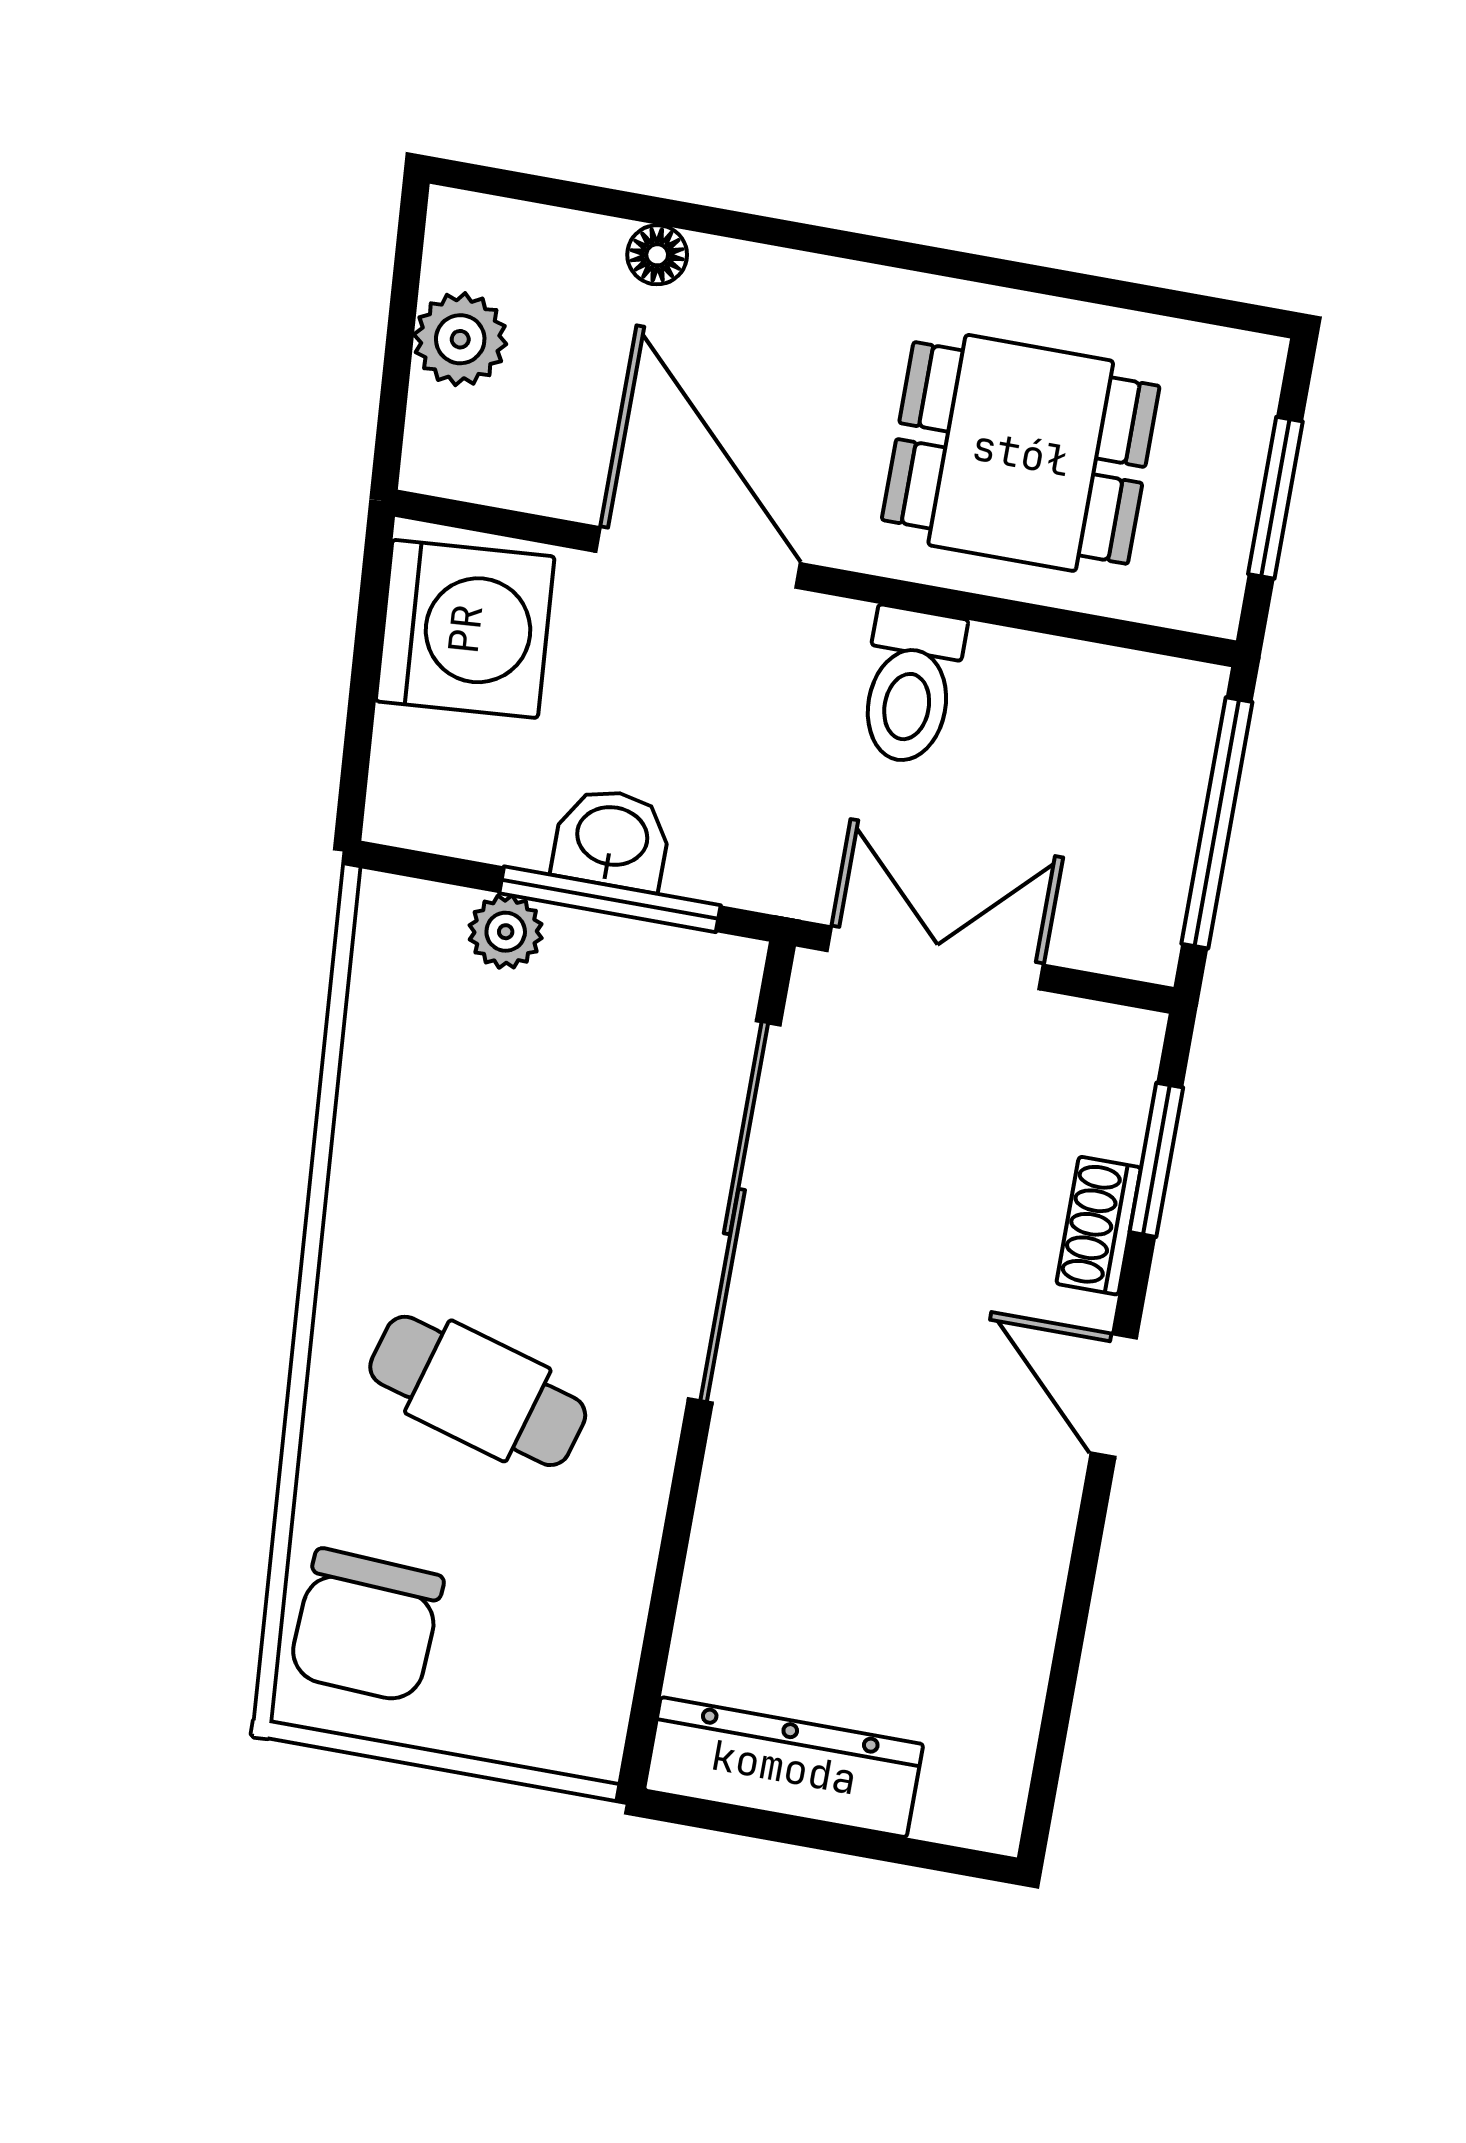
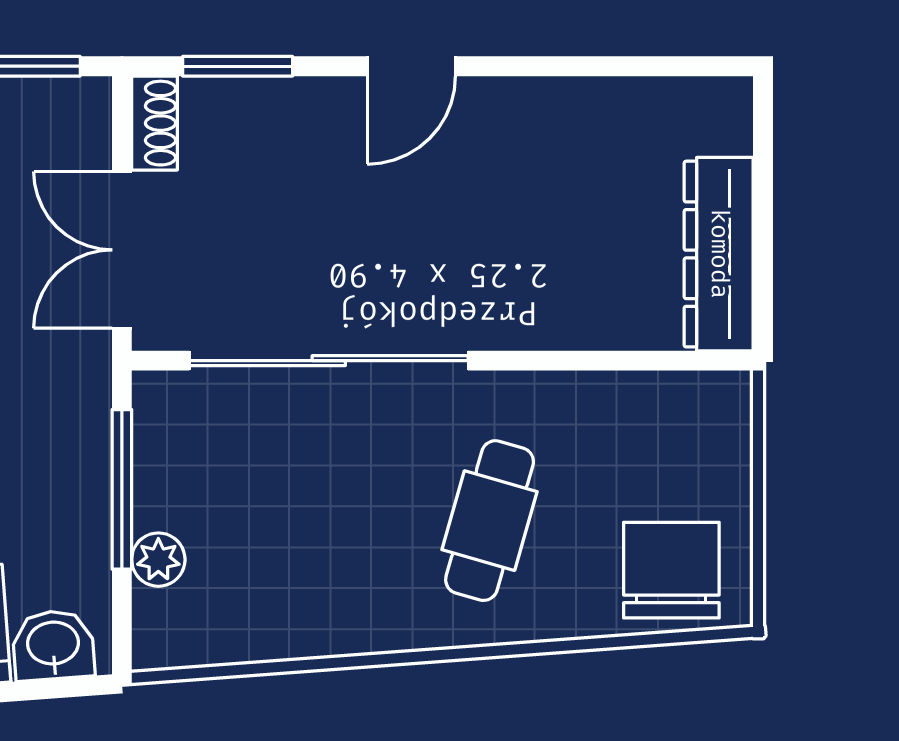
washbasin: (612, 839) -> (53, 645), moved, turned 86
shoe rack: (1099, 1226) -> (155, 123), moved, turned -90
chair: (366, 1626) -> (671, 570), turned -93

